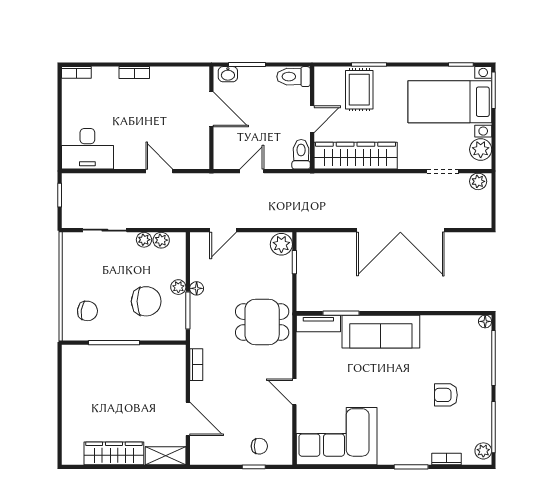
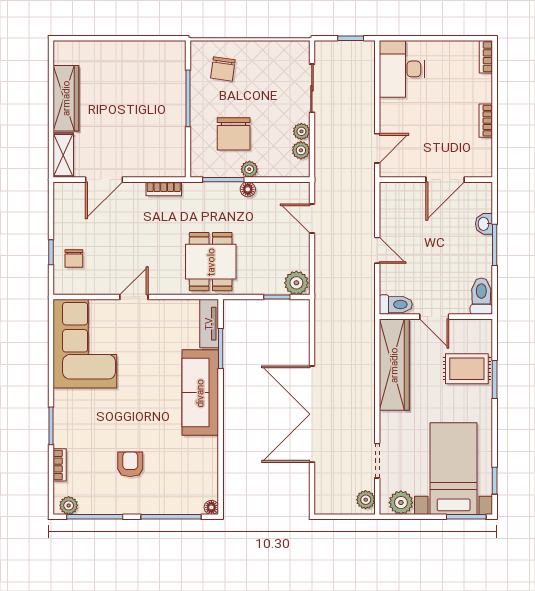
door: (211, 109) -> (445, 180), moved
wall: (211, 118) -> (436, 180), moved

